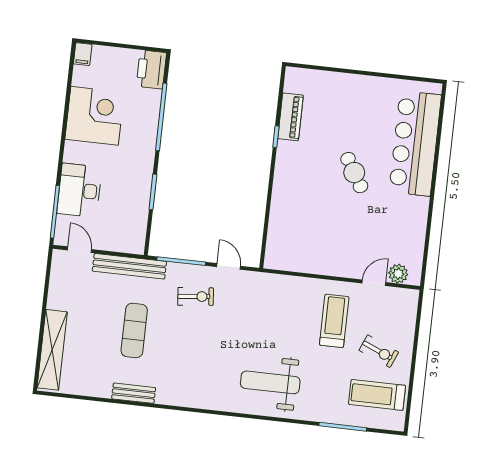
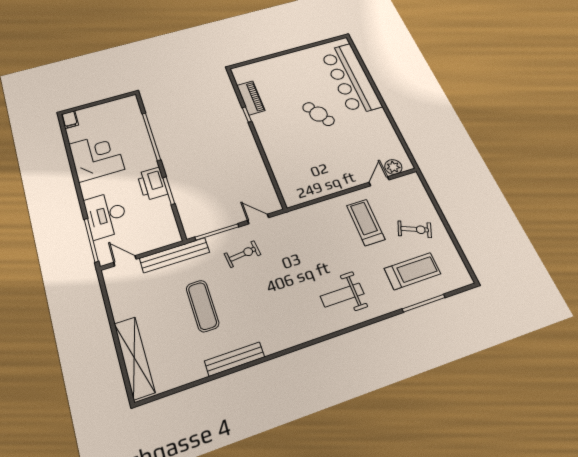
printer: (151, 69) -> (152, 184), moved
weight bench: (270, 382) -> (342, 295), width x0.73, depth x0.75
bench: (134, 393) -> (235, 359), width x1.36
treadmill: (377, 395) -> (412, 271), moved, turned 180

